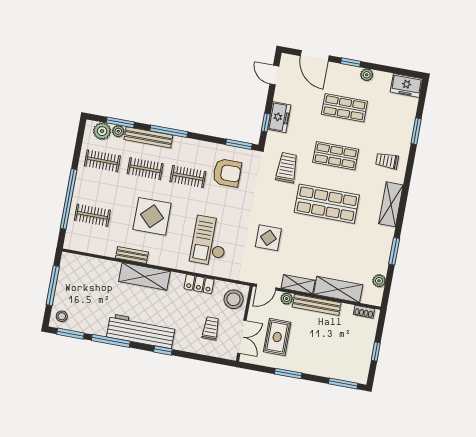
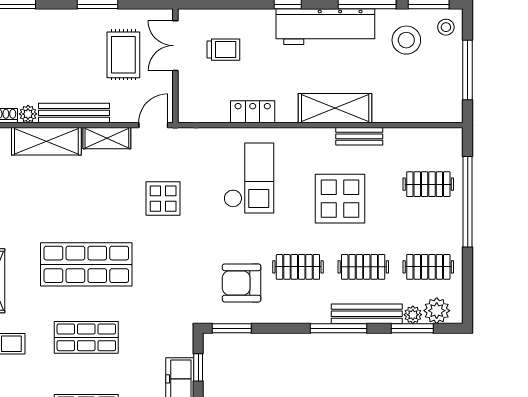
trolley: (287, 168) -> (155, 307), removed
stool: (234, 299) -> (406, 40), moved
plant: (287, 299) -> (28, 114), moved
trolley: (211, 328) -> (223, 50), turned -90

